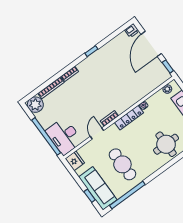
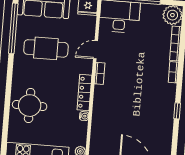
door: (97, 133) -> (95, 50), swing flipped

